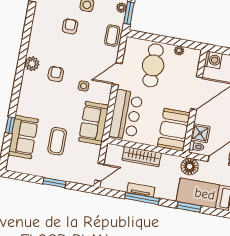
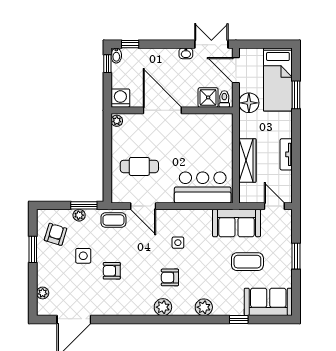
plant: (179, 51) -> (117, 121), moved
cafe table: (153, 65) -> (139, 166), width x0.73, depth x0.74
door: (117, 74) -> (143, 206), moved
plant: (26, 98) -> (204, 307), added
sofa: (94, 123) -> (237, 223), moved
booth: (174, 130) -> (210, 129), removed
sofa: (23, 137) -> (268, 302), moved
window: (142, 199) -> (296, 151), removed

